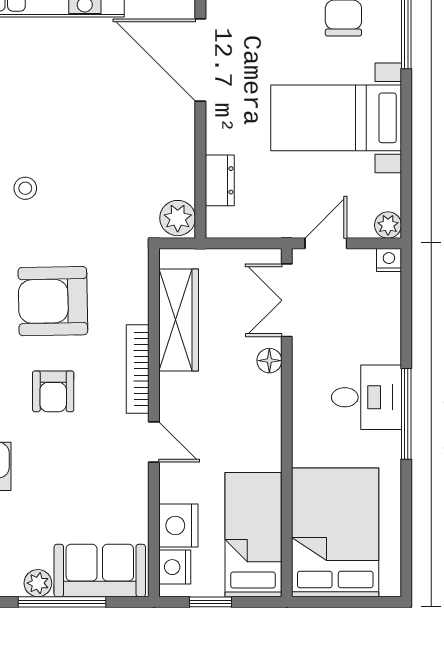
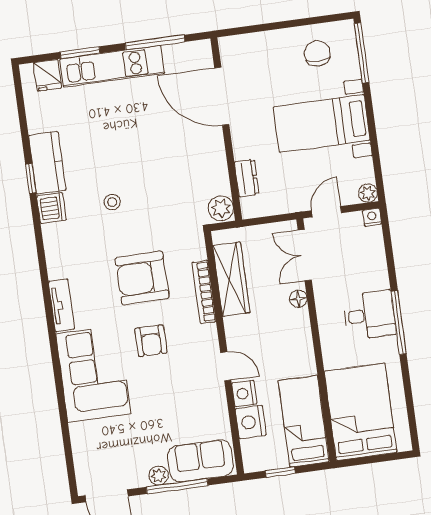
bookcase: (138, 369) -> (204, 292), moved
nightstand: (175, 567) -> (244, 393), moved

